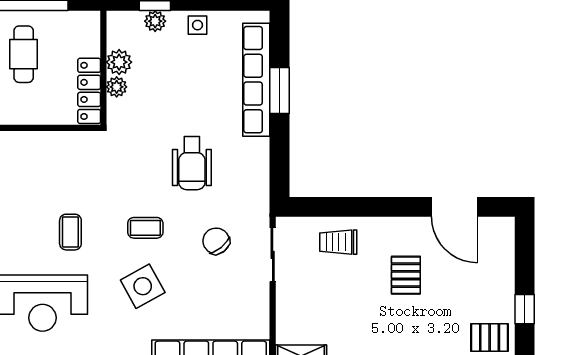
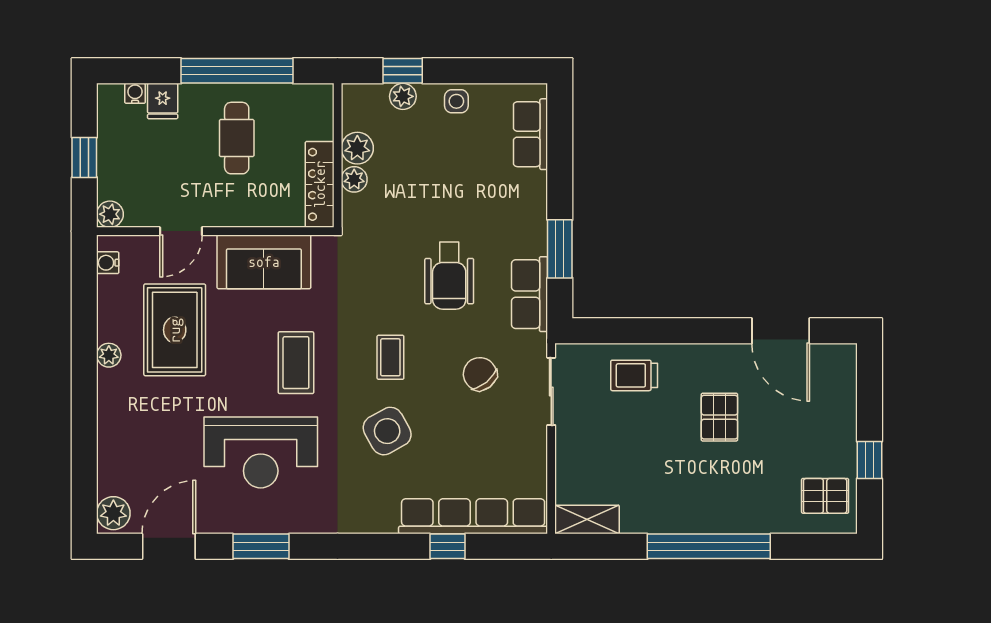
row of seats: (256, 80) -> (531, 134), width x0.50
window: (279, 90) -> (560, 249), moved
sofa: (45, 152) -> (264, 262), added
row of seats: (255, 178) -> (530, 294), added
coffee table: (145, 228) -> (390, 357), turned 90
coffee table: (70, 232) -> (296, 363), width x1.36, depth x1.30

